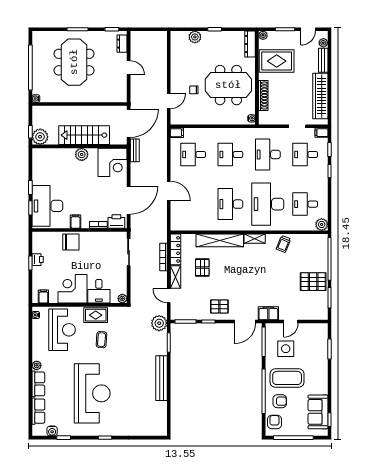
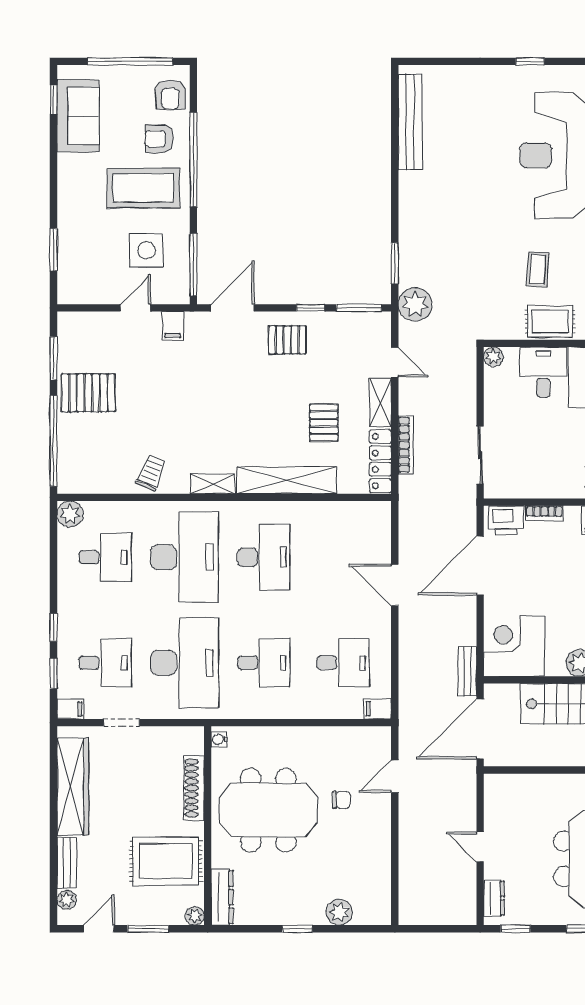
desk: (268, 154) -> (185, 663), width x1.36, depth x1.30
filing cabinet: (268, 313) -> (173, 326), width x0.50
bench: (161, 378) -> (410, 122), moved

